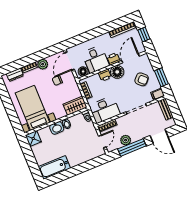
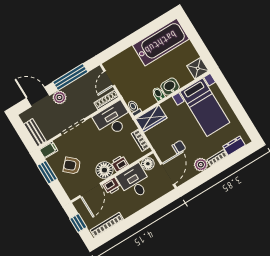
plant: (126, 140) -> (59, 97), moved
bathtub: (54, 167) -> (161, 42), width x1.36, depth x1.36

